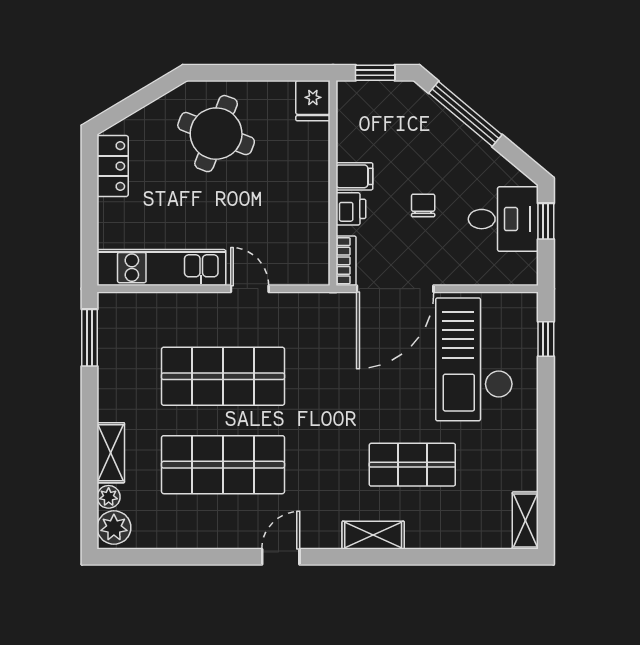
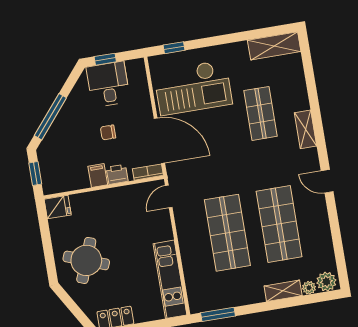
door: (250, 289) -> (169, 196), moved
shelving: (525, 521) -> (274, 46), width x1.50, depth x1.33

